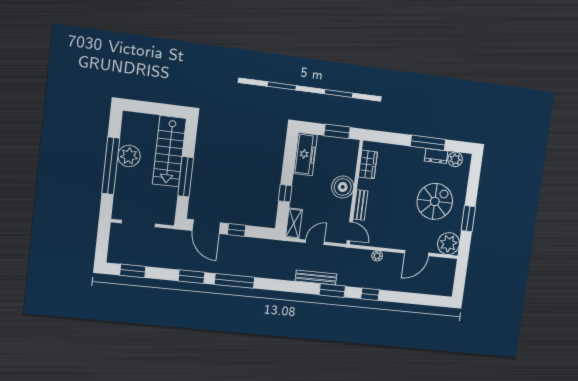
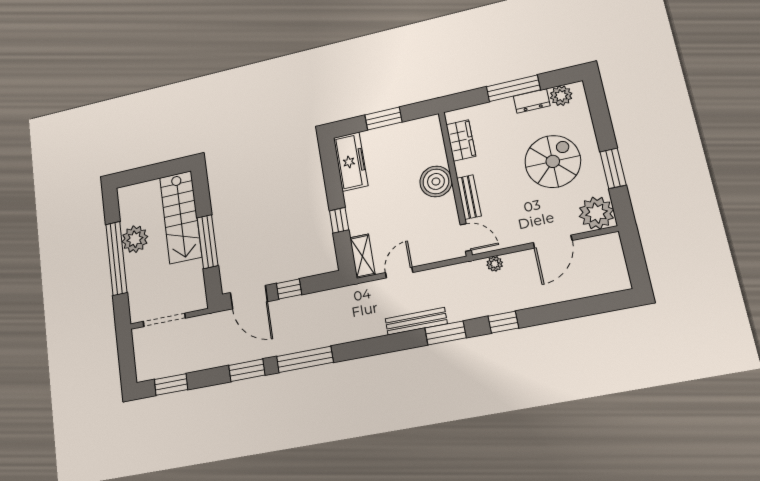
wardrobe: (368, 164) -> (461, 140), moved
boiler: (343, 187) -> (436, 181), moved
wall: (355, 192) -> (455, 183), moved
bench: (360, 205) -> (469, 197), moved
door: (350, 231) -> (466, 237), moved

